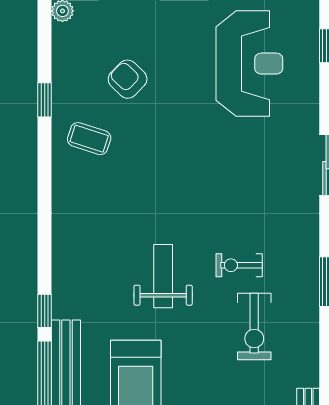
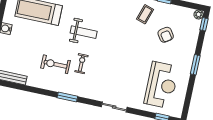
reception desk: (249, 64) -> (161, 85), turned -90
armchair: (128, 79) -> (166, 35), turned 102

